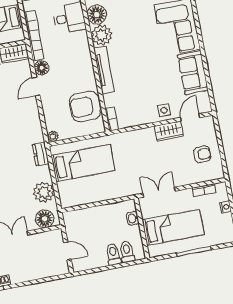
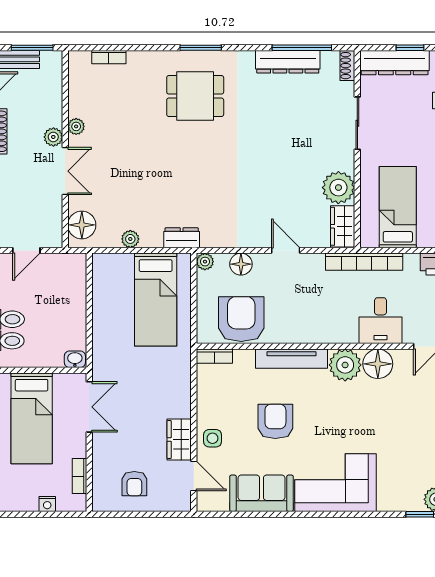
floor lamp: (42, 68) -> (241, 264), moved
armchair: (146, 72) -> (275, 421), added
plant: (44, 192) -> (130, 239), width x0.53, depth x0.53
washbasin: (133, 218) -> (75, 359), moved

